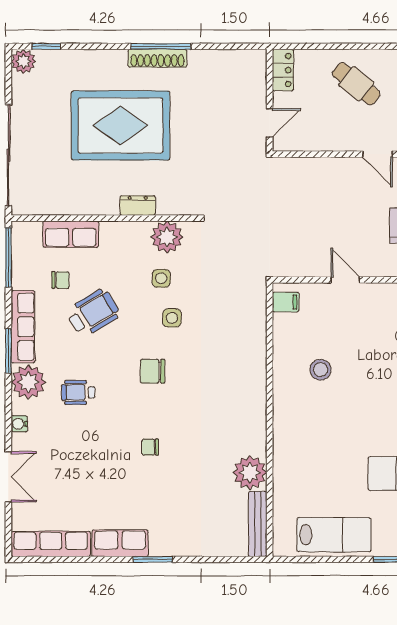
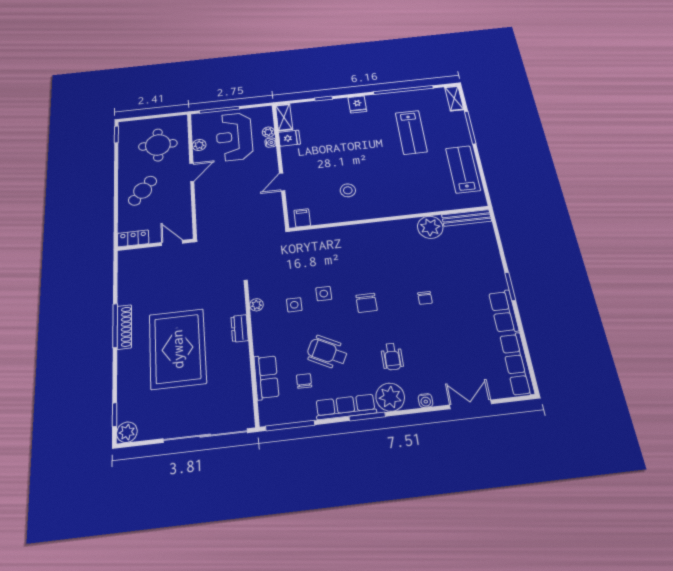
plant: (167, 237) -> (256, 305), width x0.53, depth x0.53
wheelchair: (93, 313) -> (327, 352), turned -32

